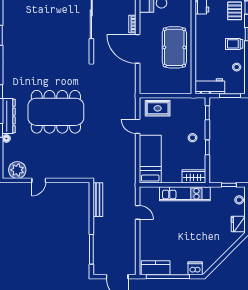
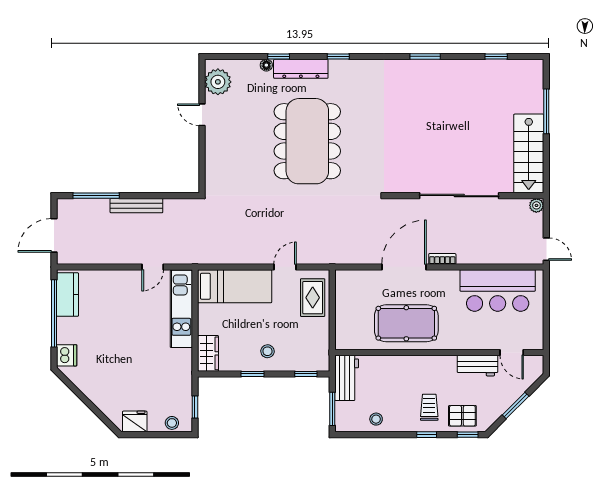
trolley: (234, 44) -> (429, 407), moved
kitchen unit: (185, 194) -> (181, 309), moved
bench: (98, 200) -> (136, 206), moved

